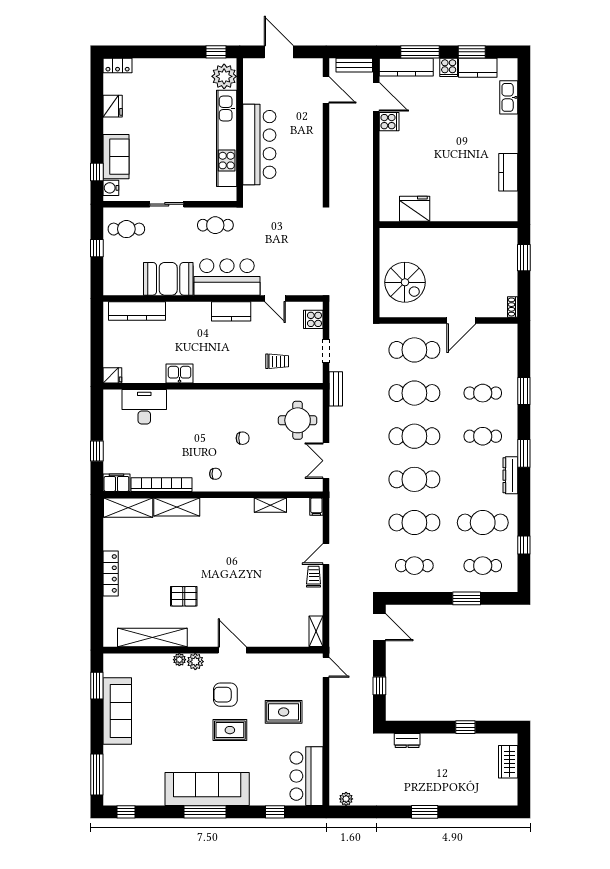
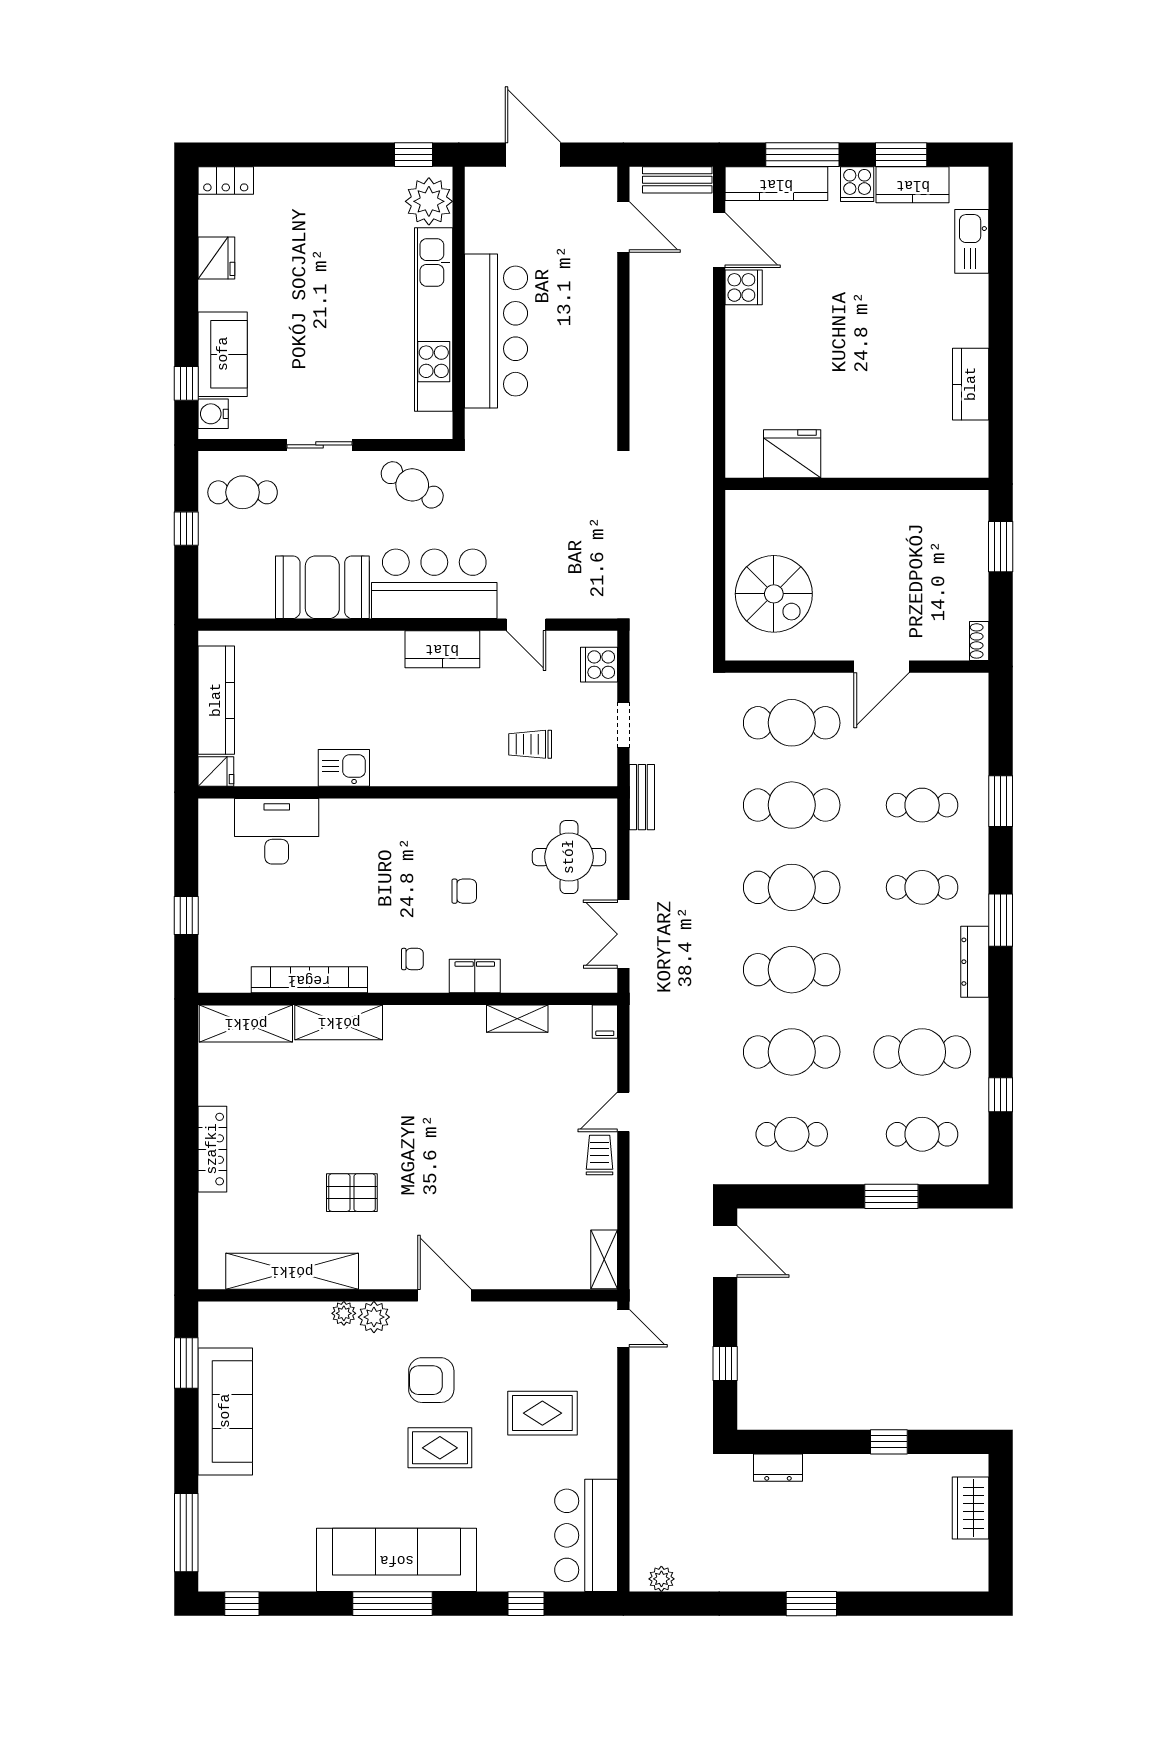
cafe table: (215, 225) -> (412, 485), turned 31
kitchen counter: (137, 311) -> (216, 700), moved, turned -90
trolley: (277, 361) -> (530, 744), turned 180
filing cabinet: (116, 483) -> (475, 976), moved

